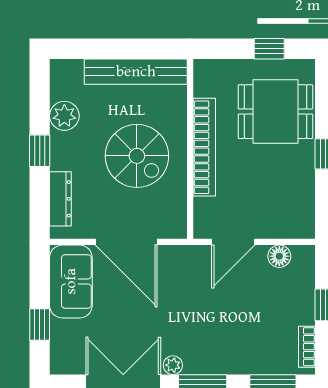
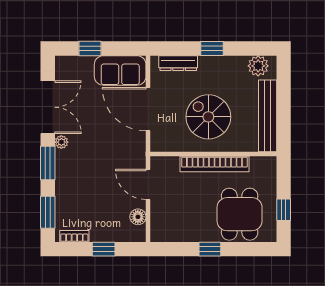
plant: (64, 116) -> (258, 66), moved
spiral stairs: (137, 156) -> (208, 117), turned 90
door: (126, 242) -> (148, 109), hinge flipped

